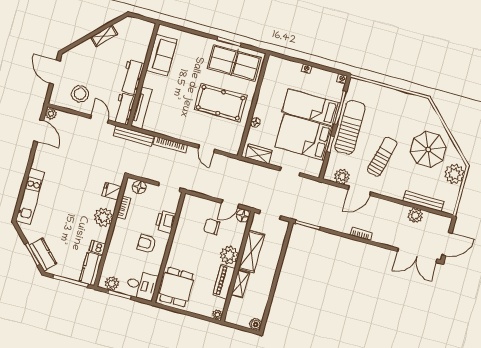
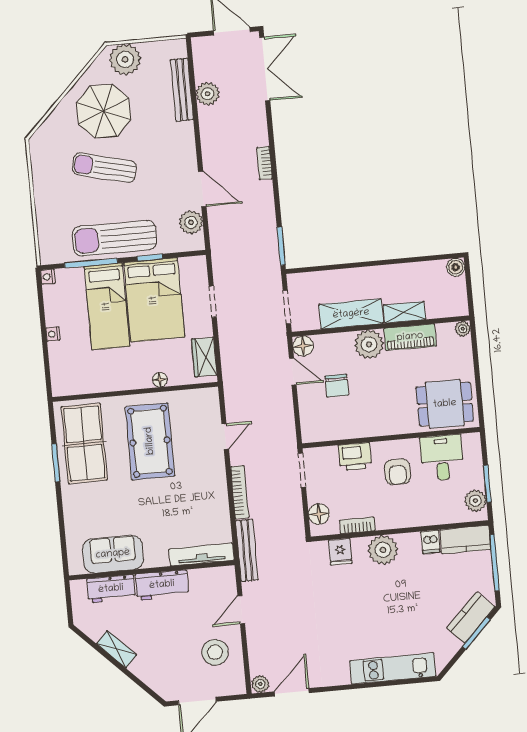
workbench: (124, 109) -> (111, 589), moved
sun lounger: (382, 157) -> (104, 168), moved
desk: (142, 285) -> (442, 458), moved

